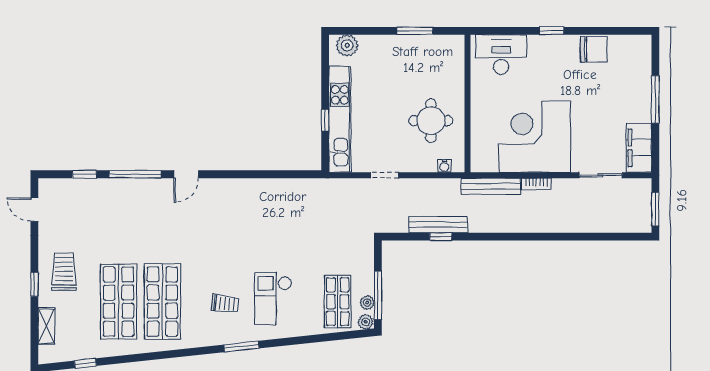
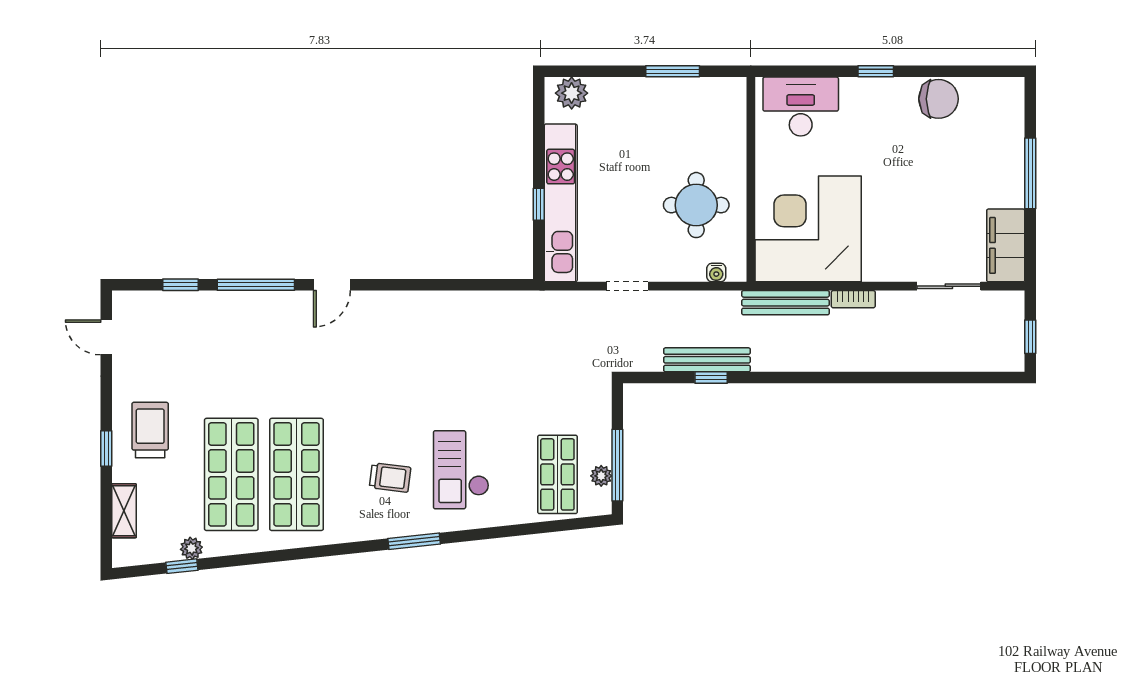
corner desk: (535, 137) -> (808, 229), moved
window: (655, 209) -> (1030, 337), width x0.67
plant: (366, 322) -> (191, 548), moved

